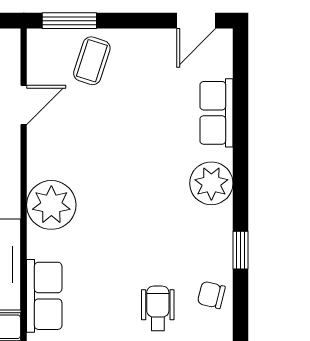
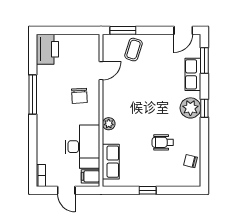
window: (241, 84) -> (204, 60), added
plant: (51, 205) -> (109, 124), width x0.53, depth x0.53
window: (241, 250) -> (204, 108), moved
wheelchair: (158, 308) -> (163, 142), moved, turned -90

